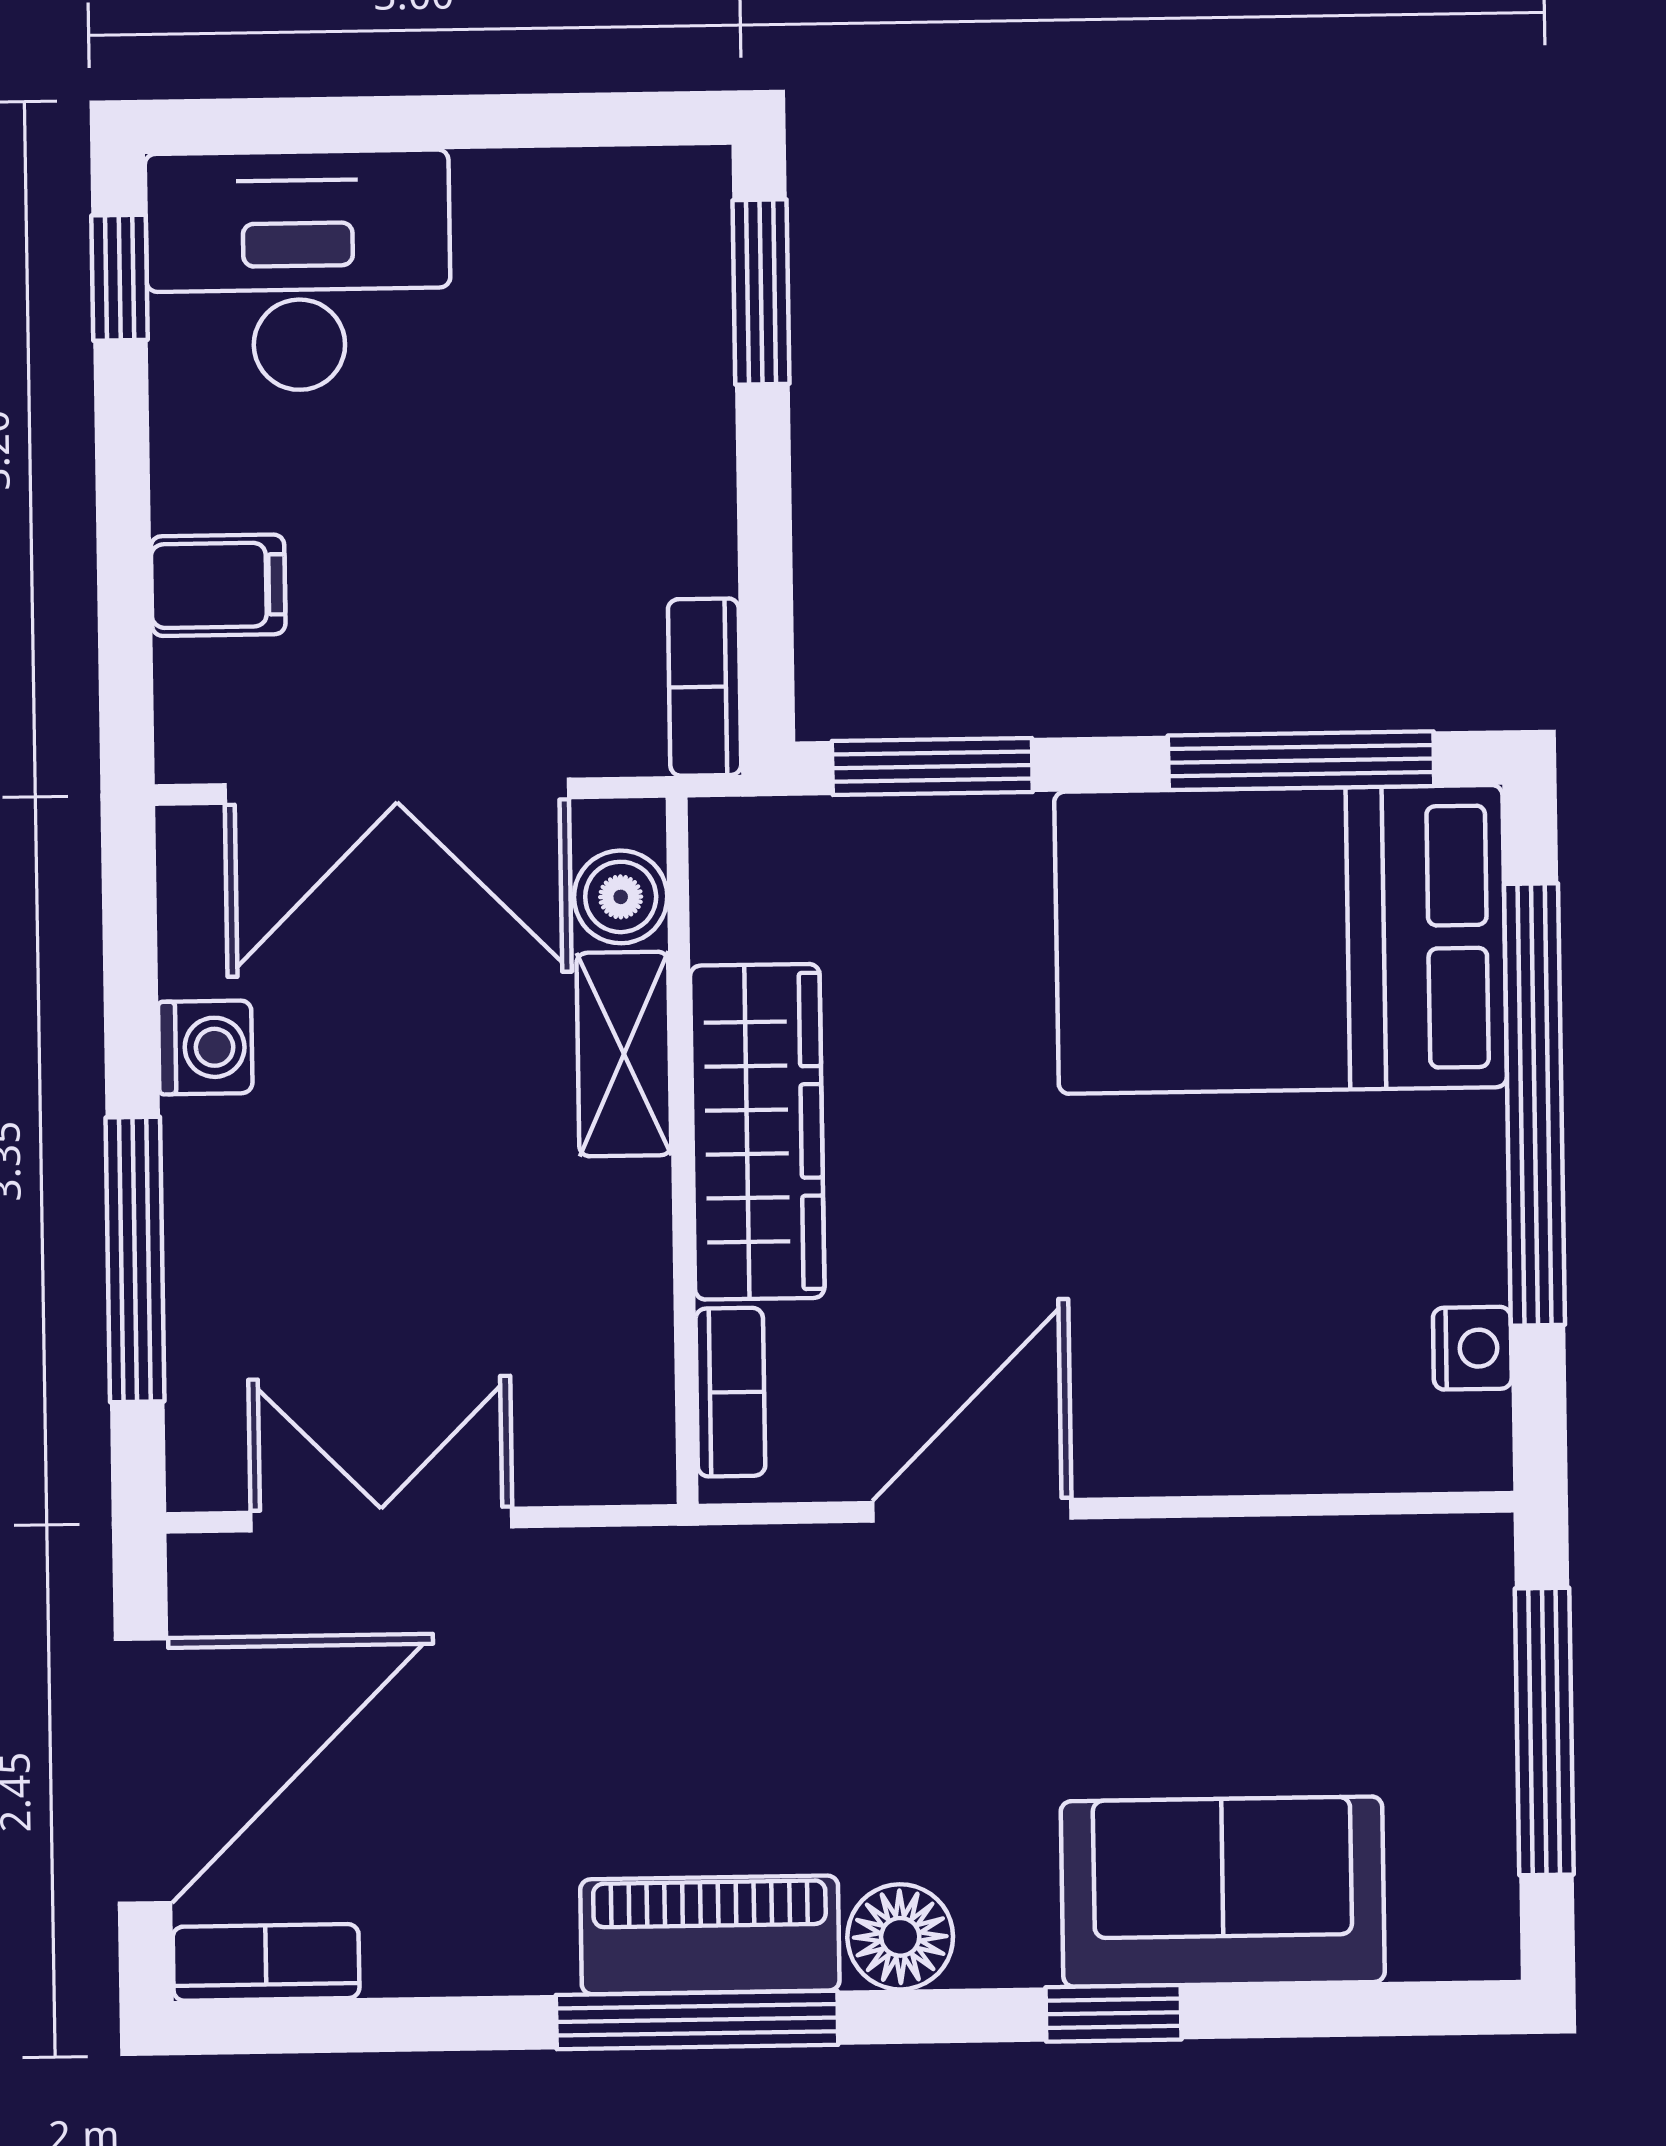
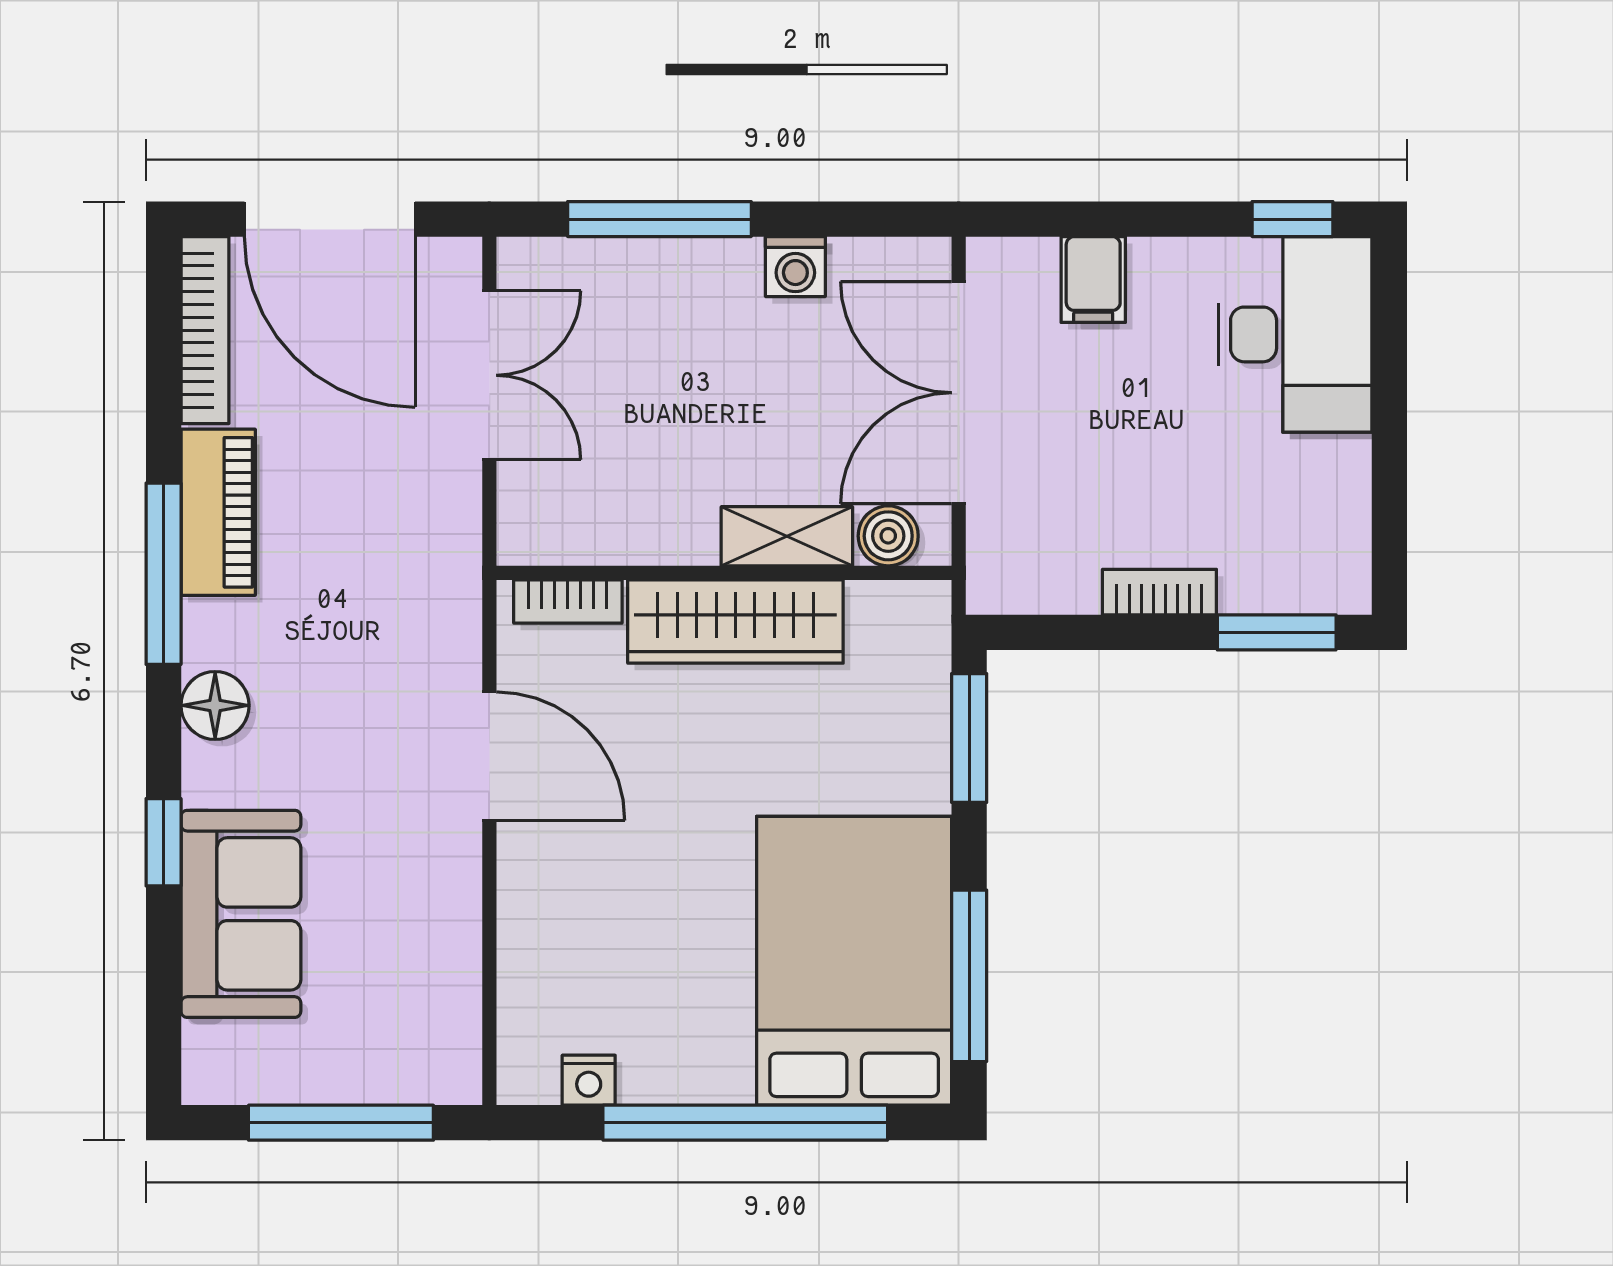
bookcase: (705, 687) -> (1159, 592), moved
piano: (710, 1935) -> (218, 512), moved
bookcase: (266, 1962) -> (205, 330), width x1.56

